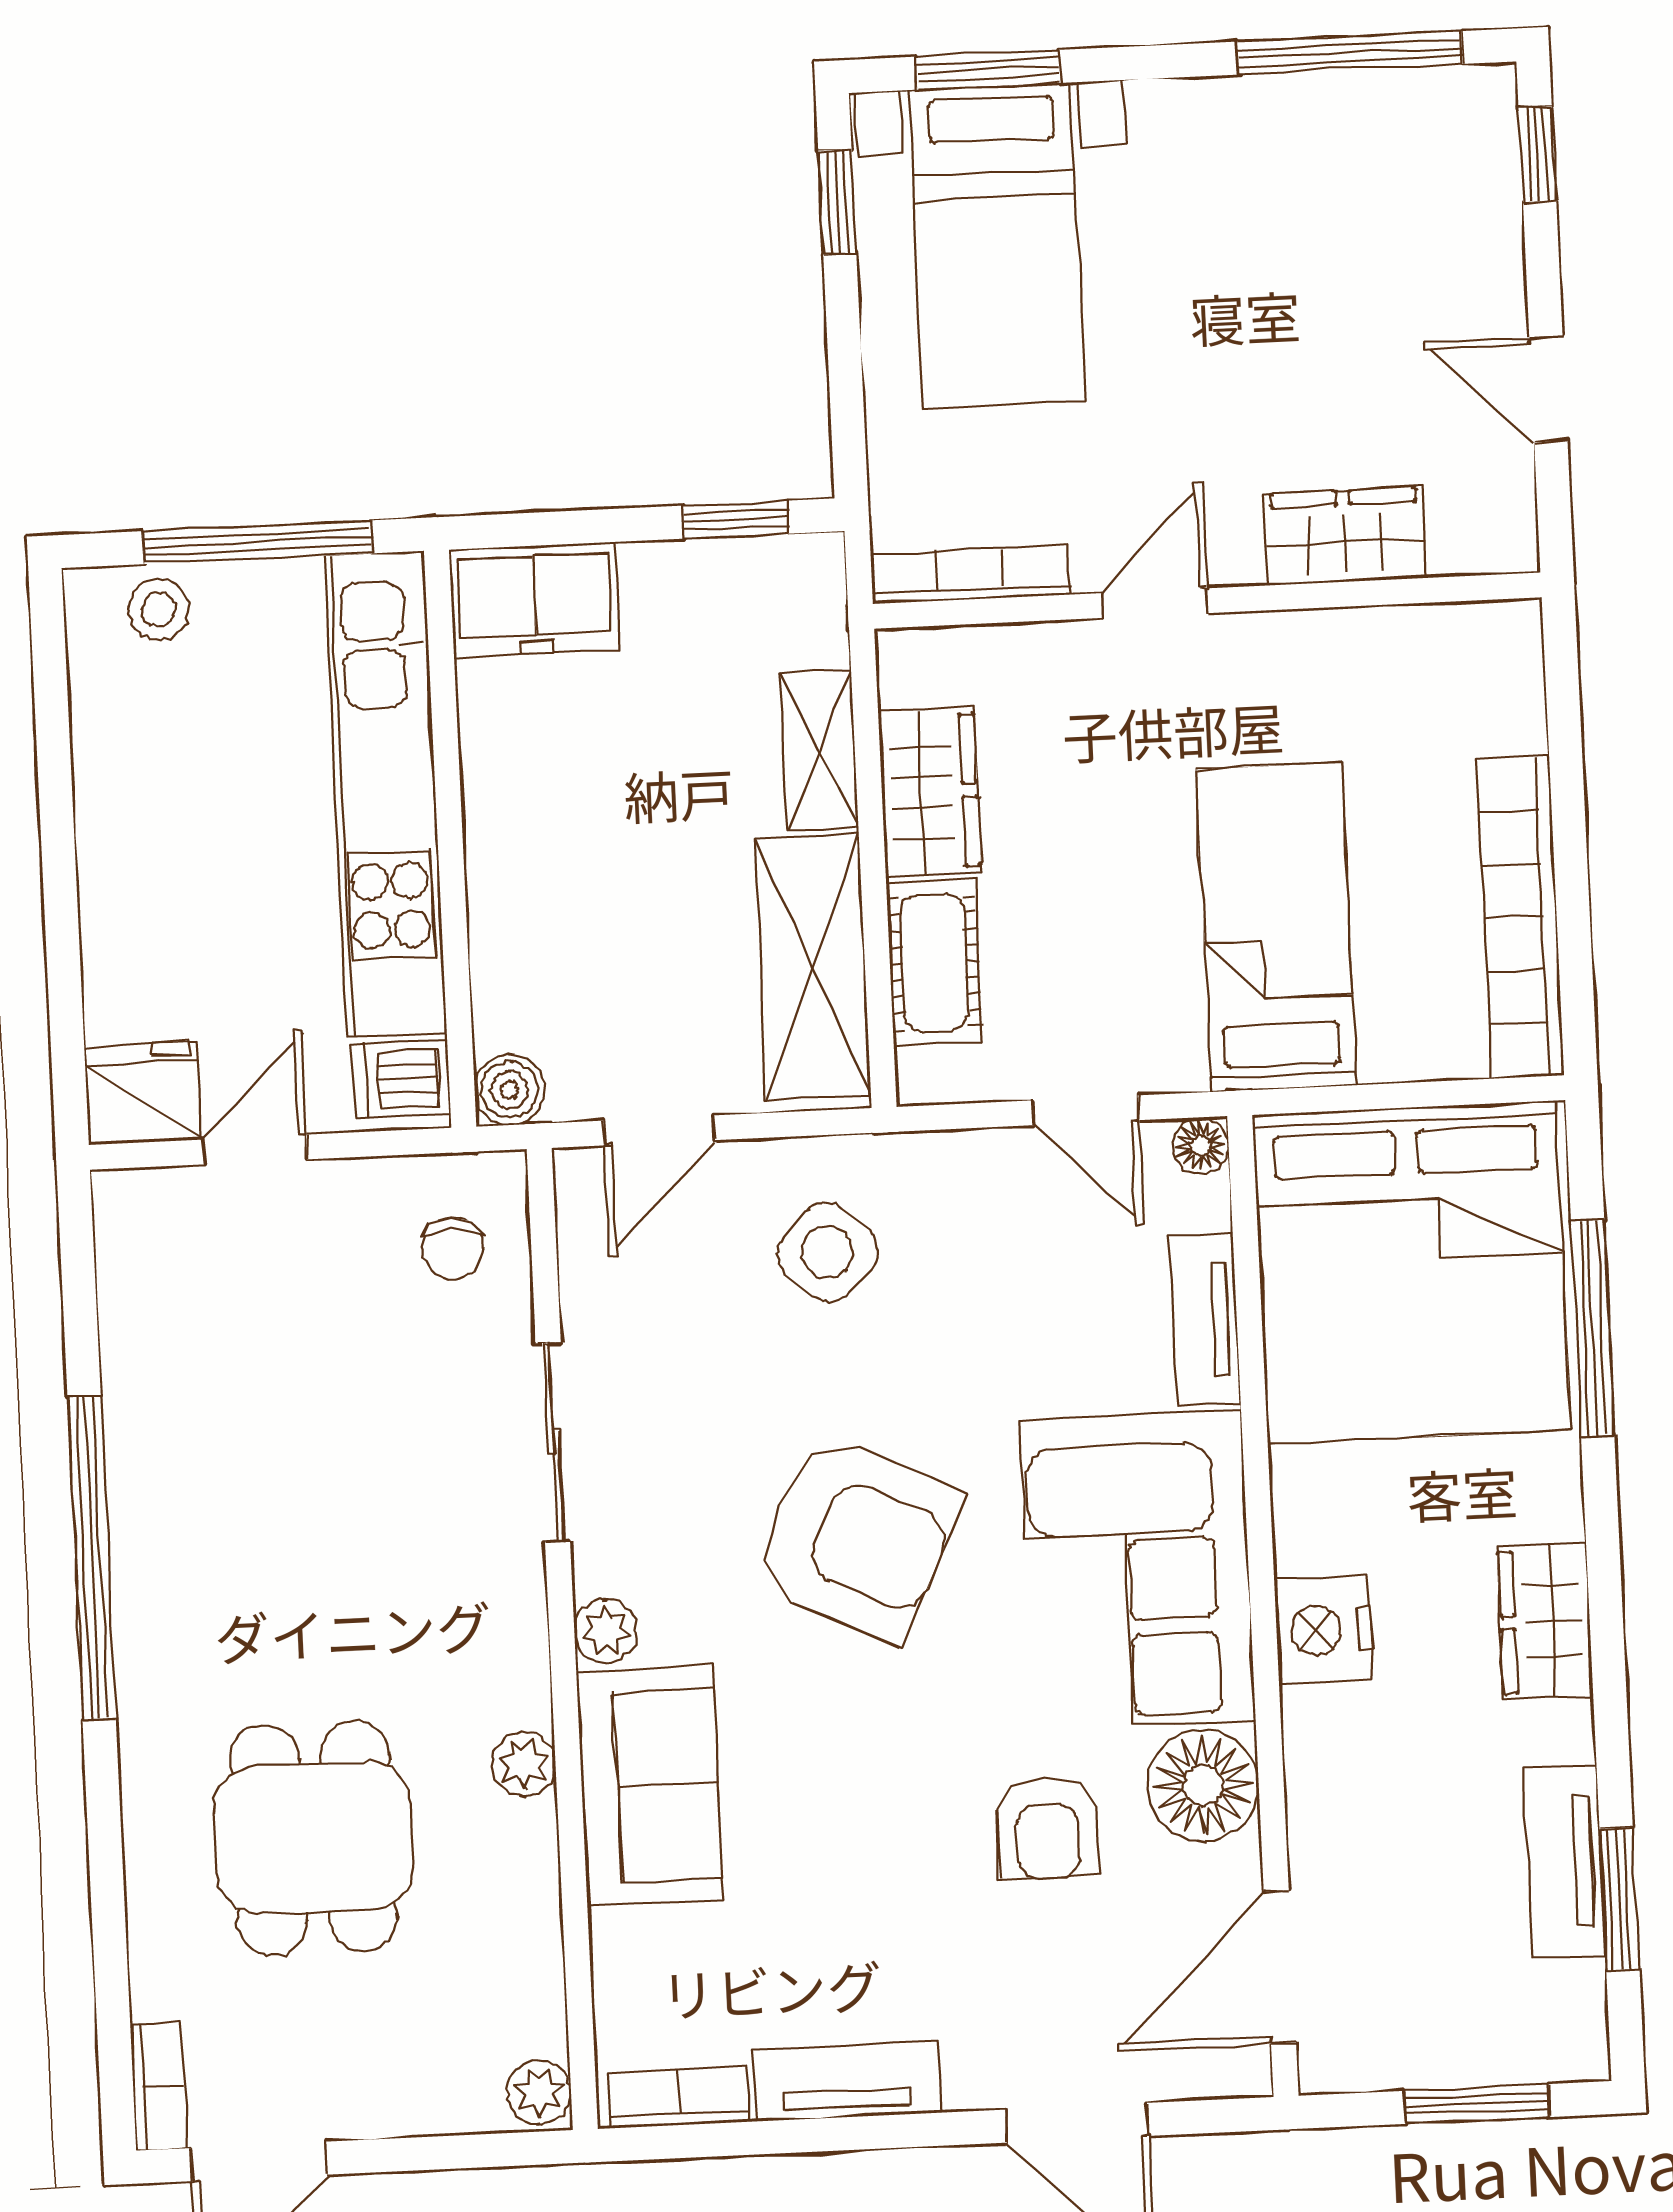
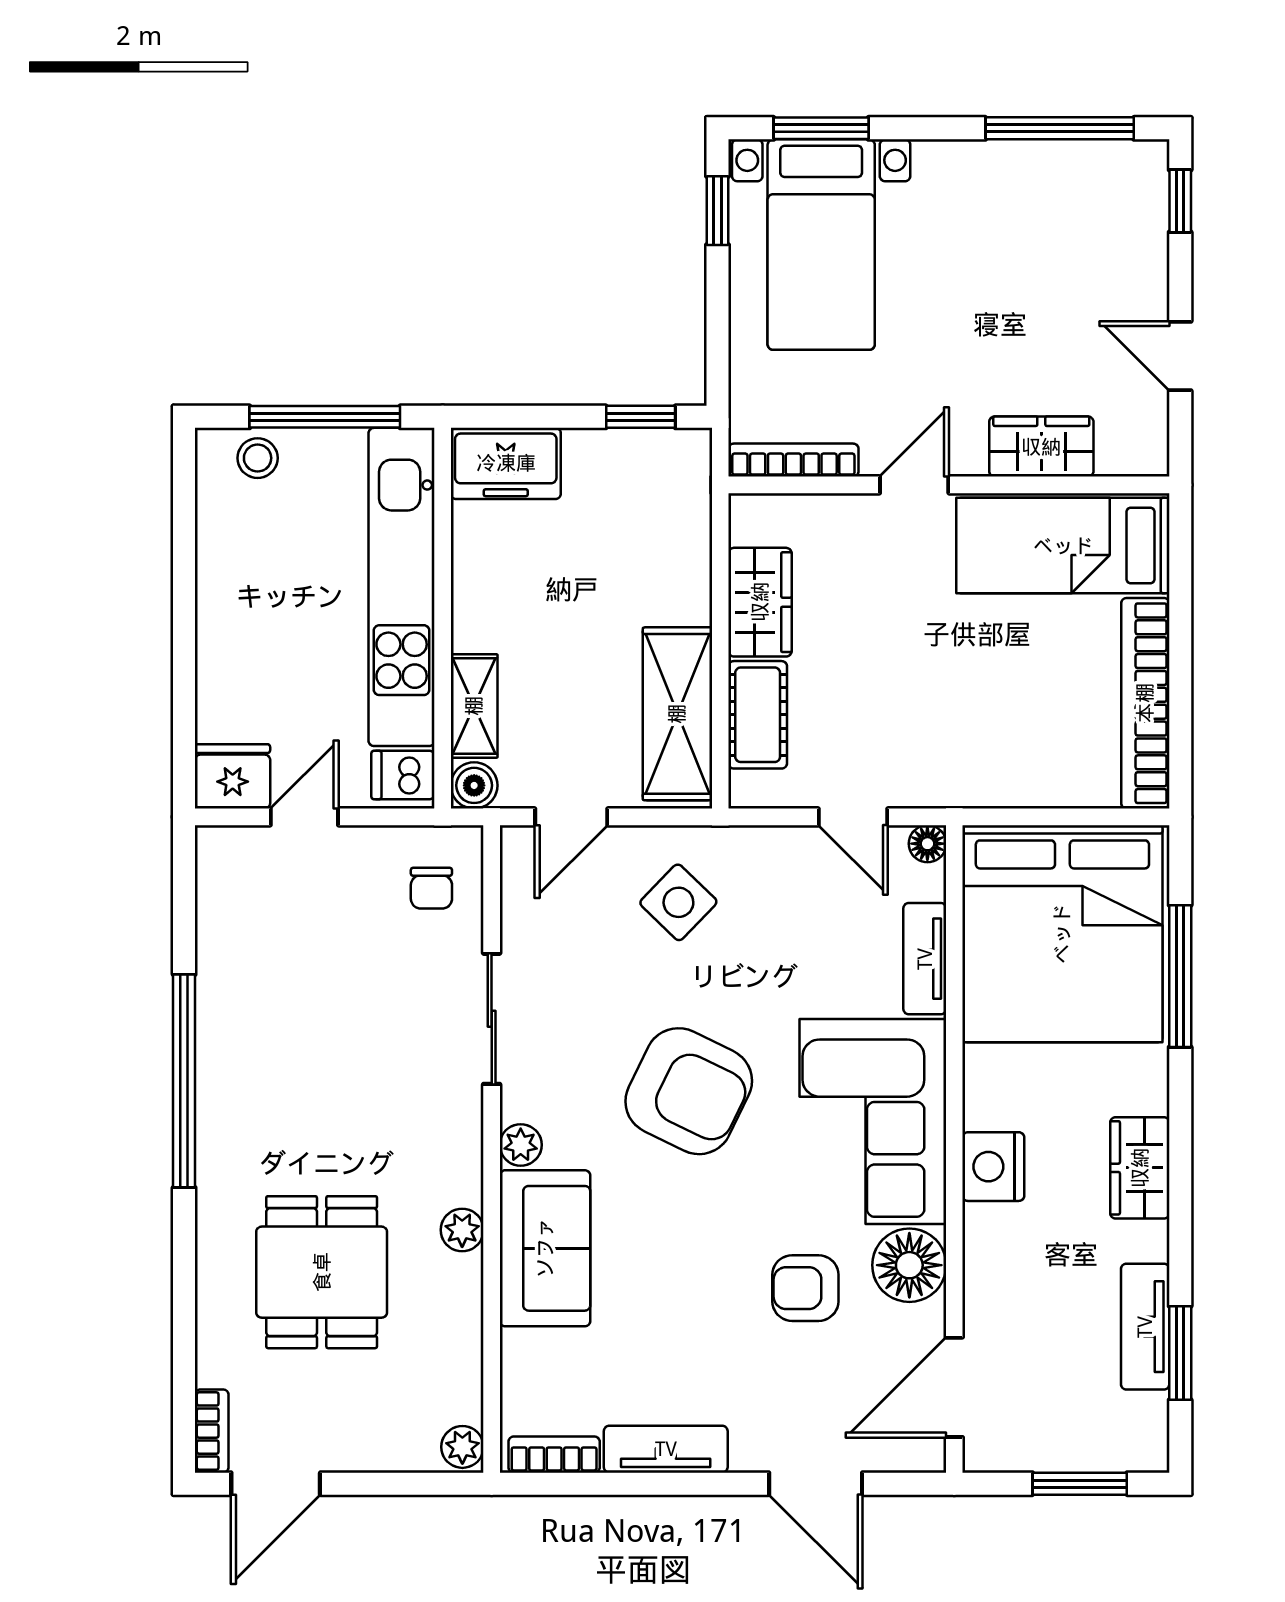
shelving: (819, 750) -> (474, 706), moved
bed: (1277, 927) -> (1063, 546), moved, turned -90
armchair: (1047, 1827) -> (805, 1288), turned 90

